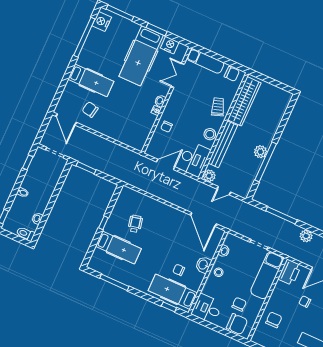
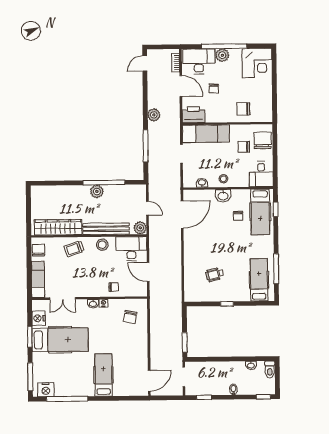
chair: (90, 110) -> (130, 317), moved
hospital bed: (118, 248) -> (259, 280), moved

